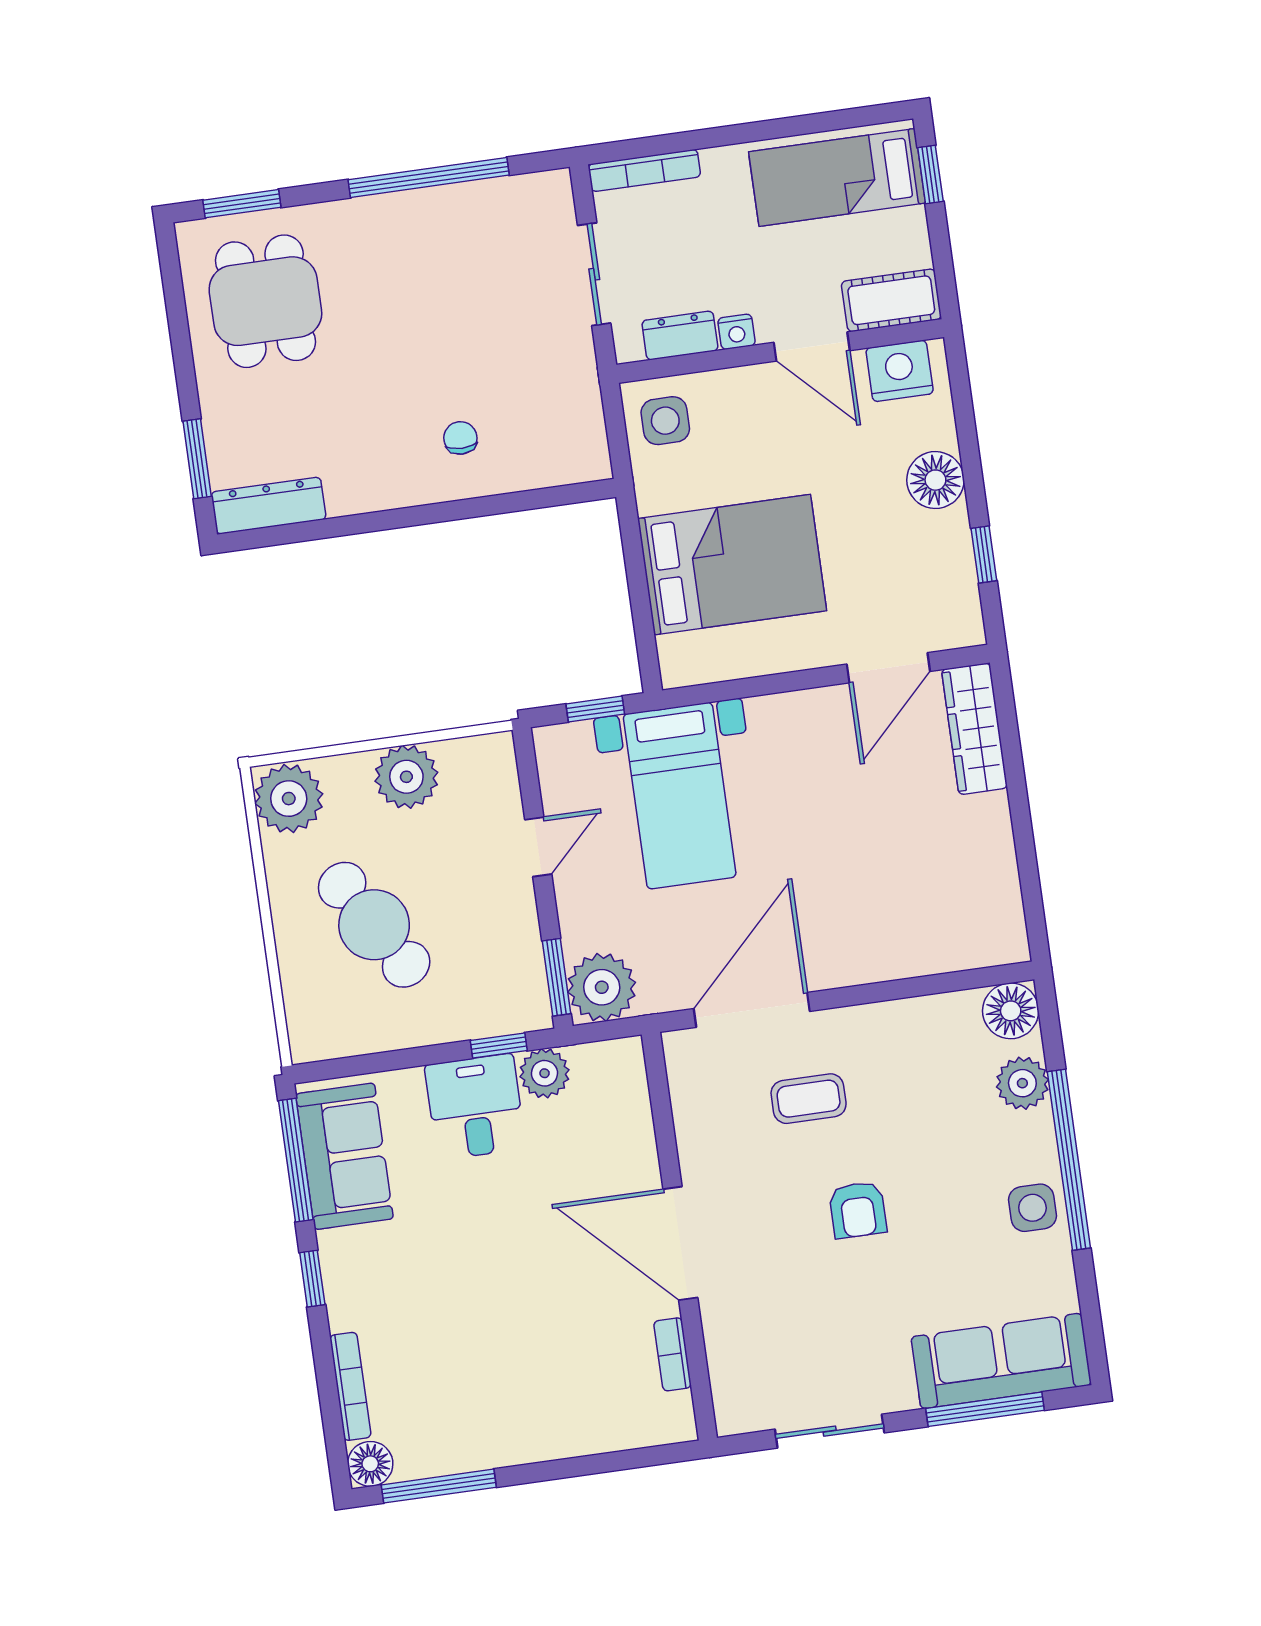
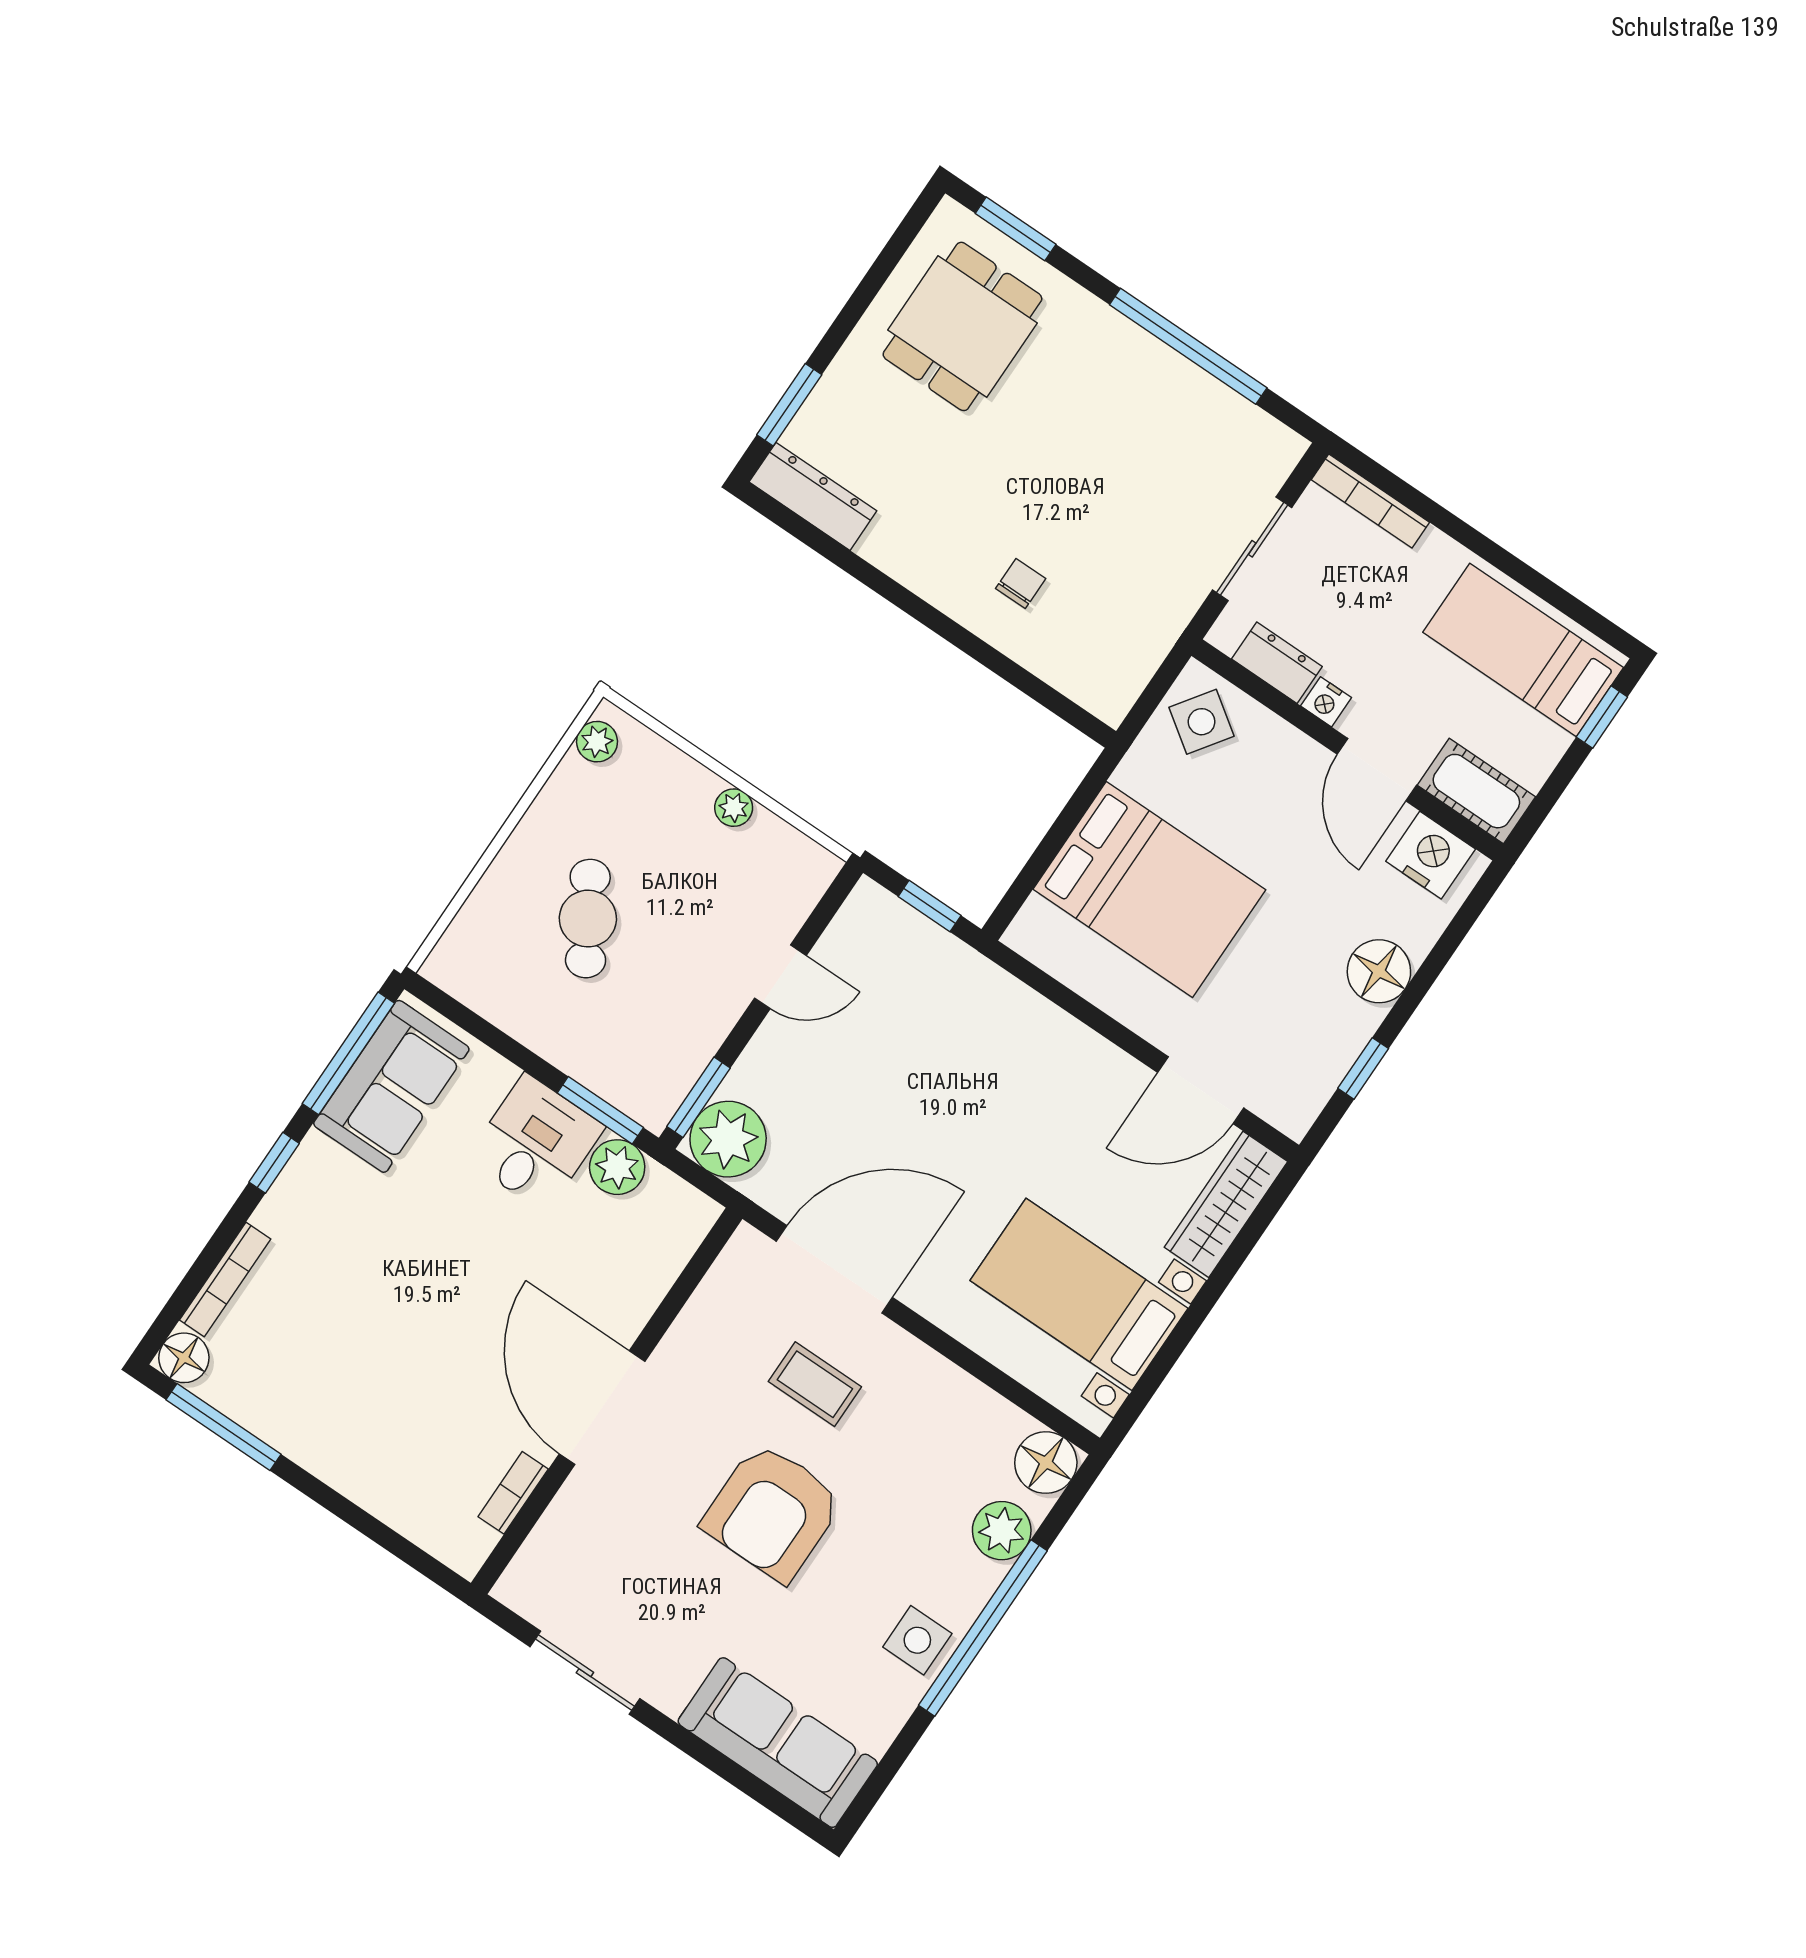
side table: (665, 421) -> (1202, 722), turned 35
plant: (406, 777) -> (734, 808), width x0.53, depth x0.53
bed with nightstands: (680, 796) -> (1079, 1294), moved, turned 90
plant: (289, 799) -> (597, 742), width x0.53, depth x0.53
cafe table: (374, 925) -> (588, 919), width x0.73, depth x0.74
window: (499, 1045) -> (600, 1110), width x1.50
armchair: (858, 1210) -> (773, 1512), width x1.88, depth x1.88
window: (985, 1409) -> (729, 1770), removed

